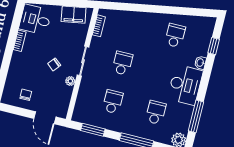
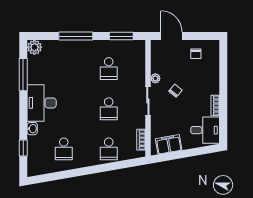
school desk: (156, 112) -> (109, 149), moved

